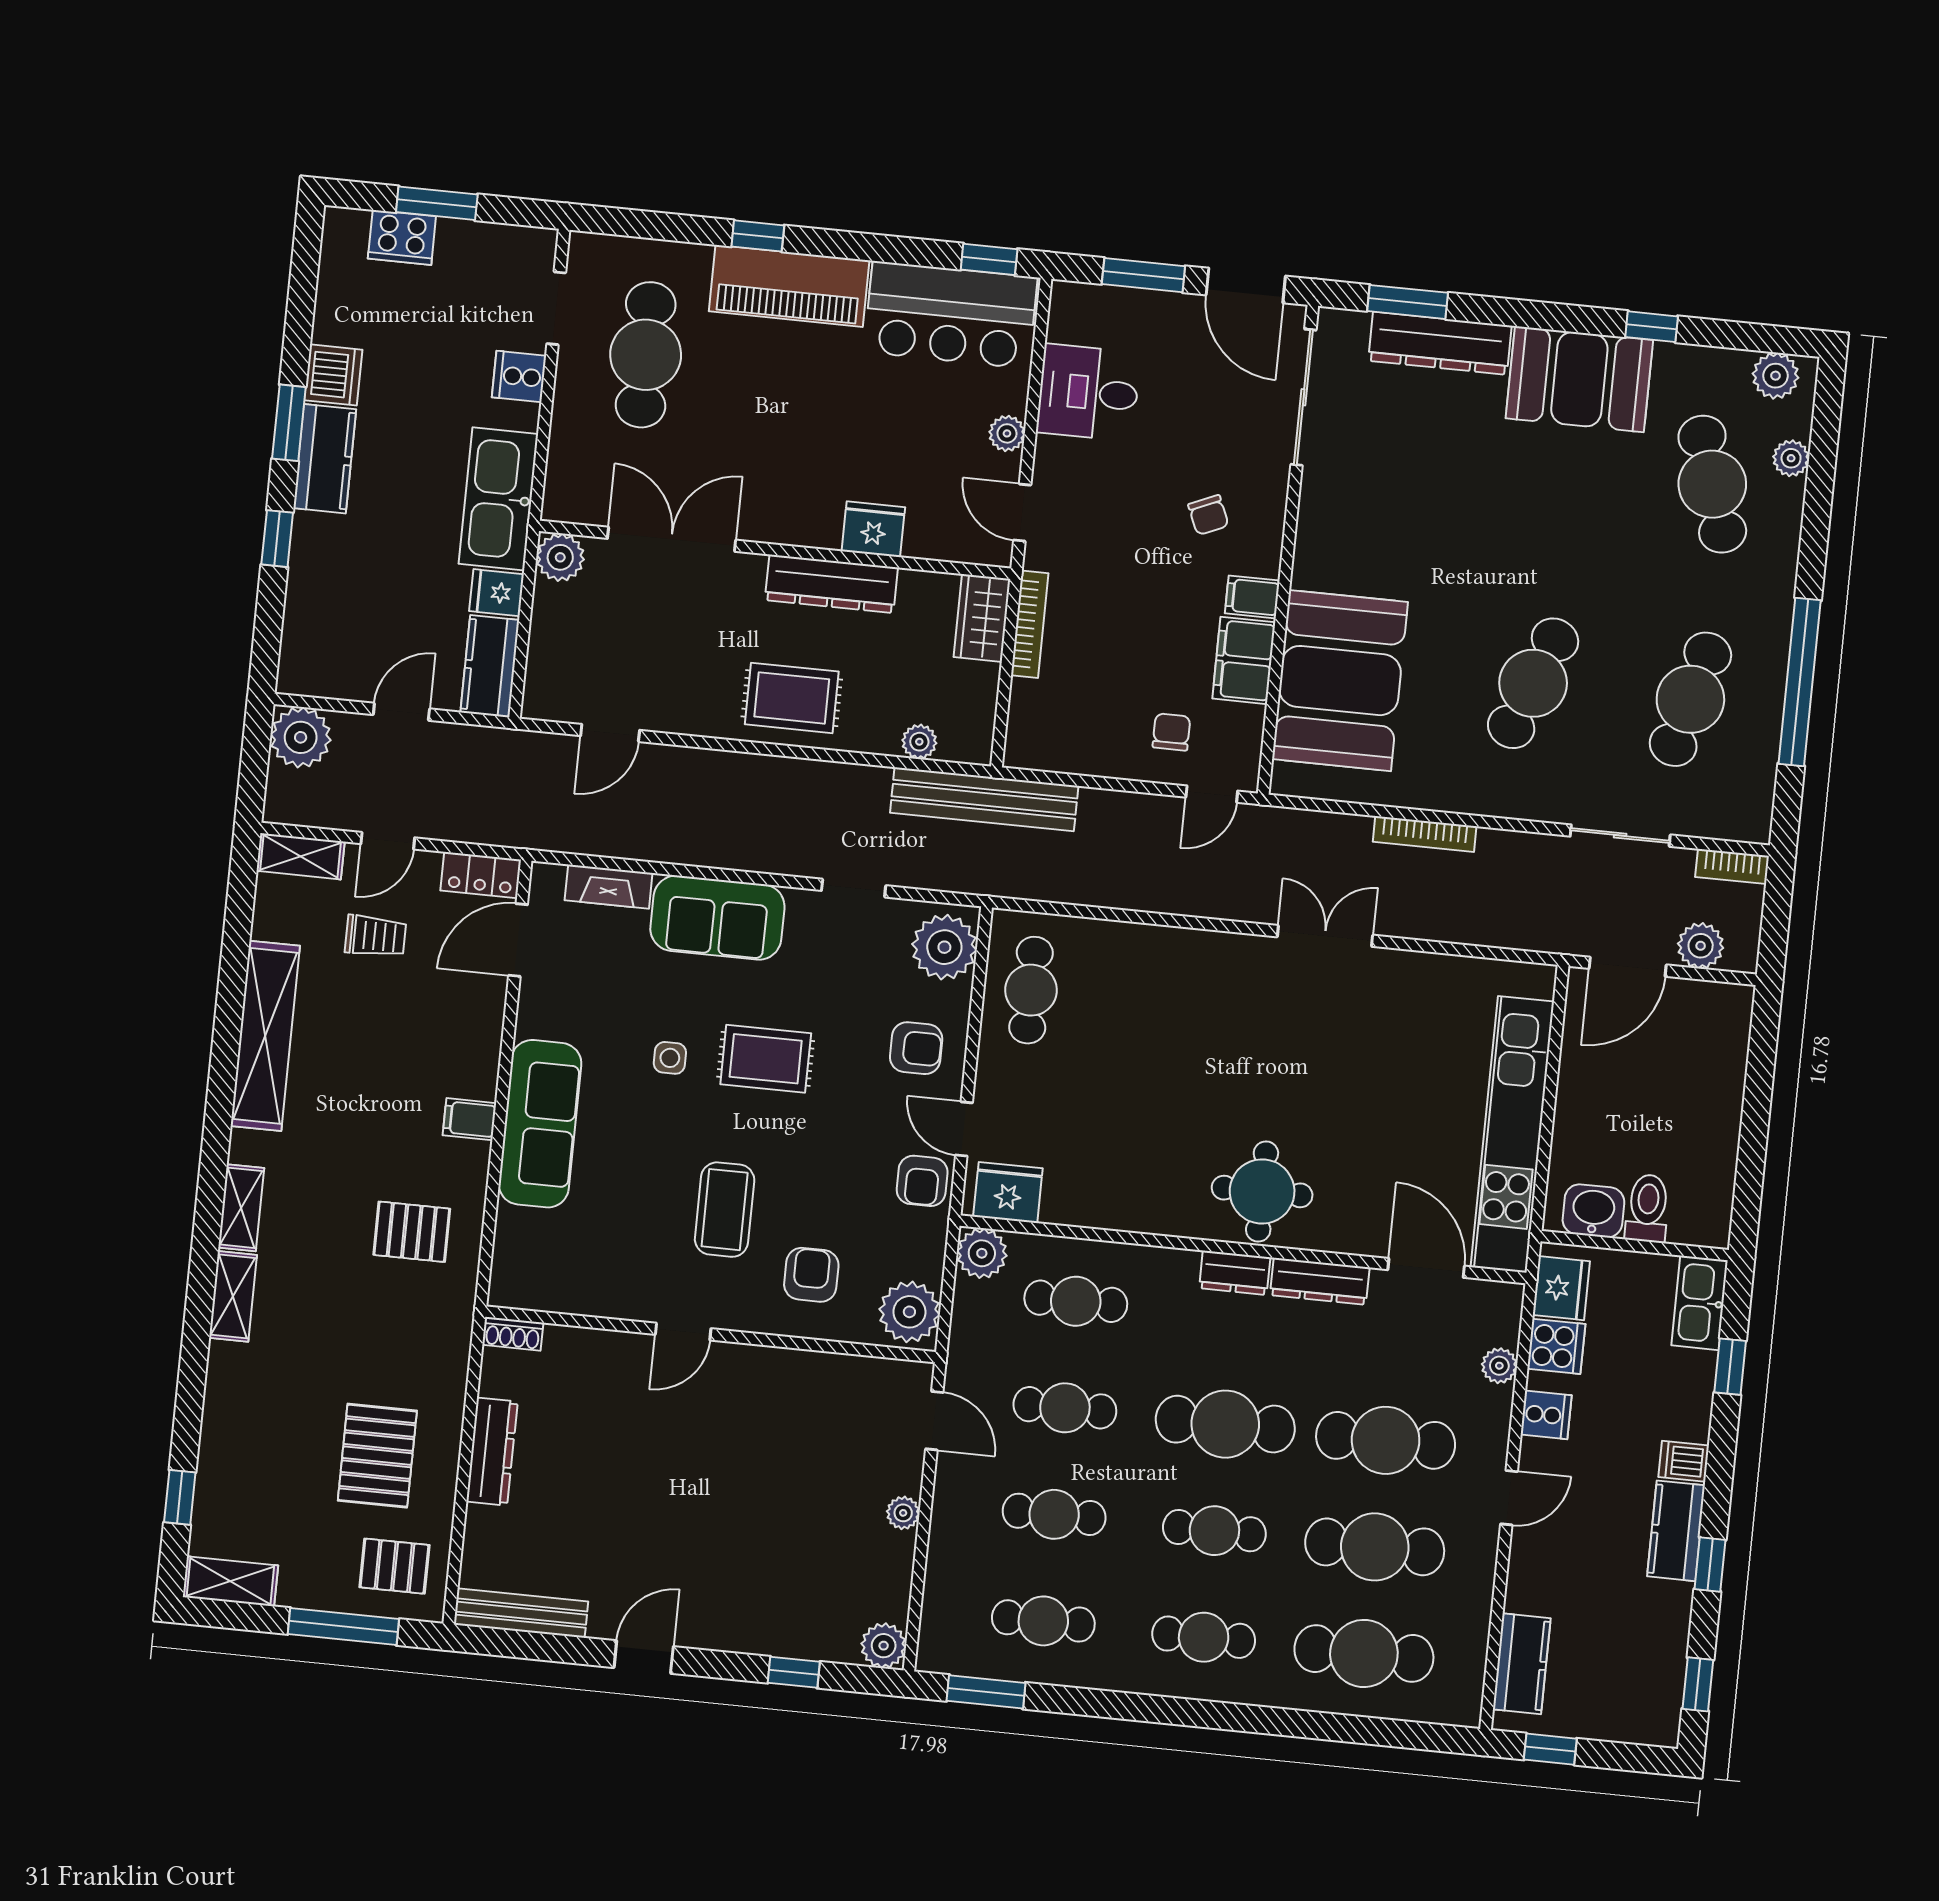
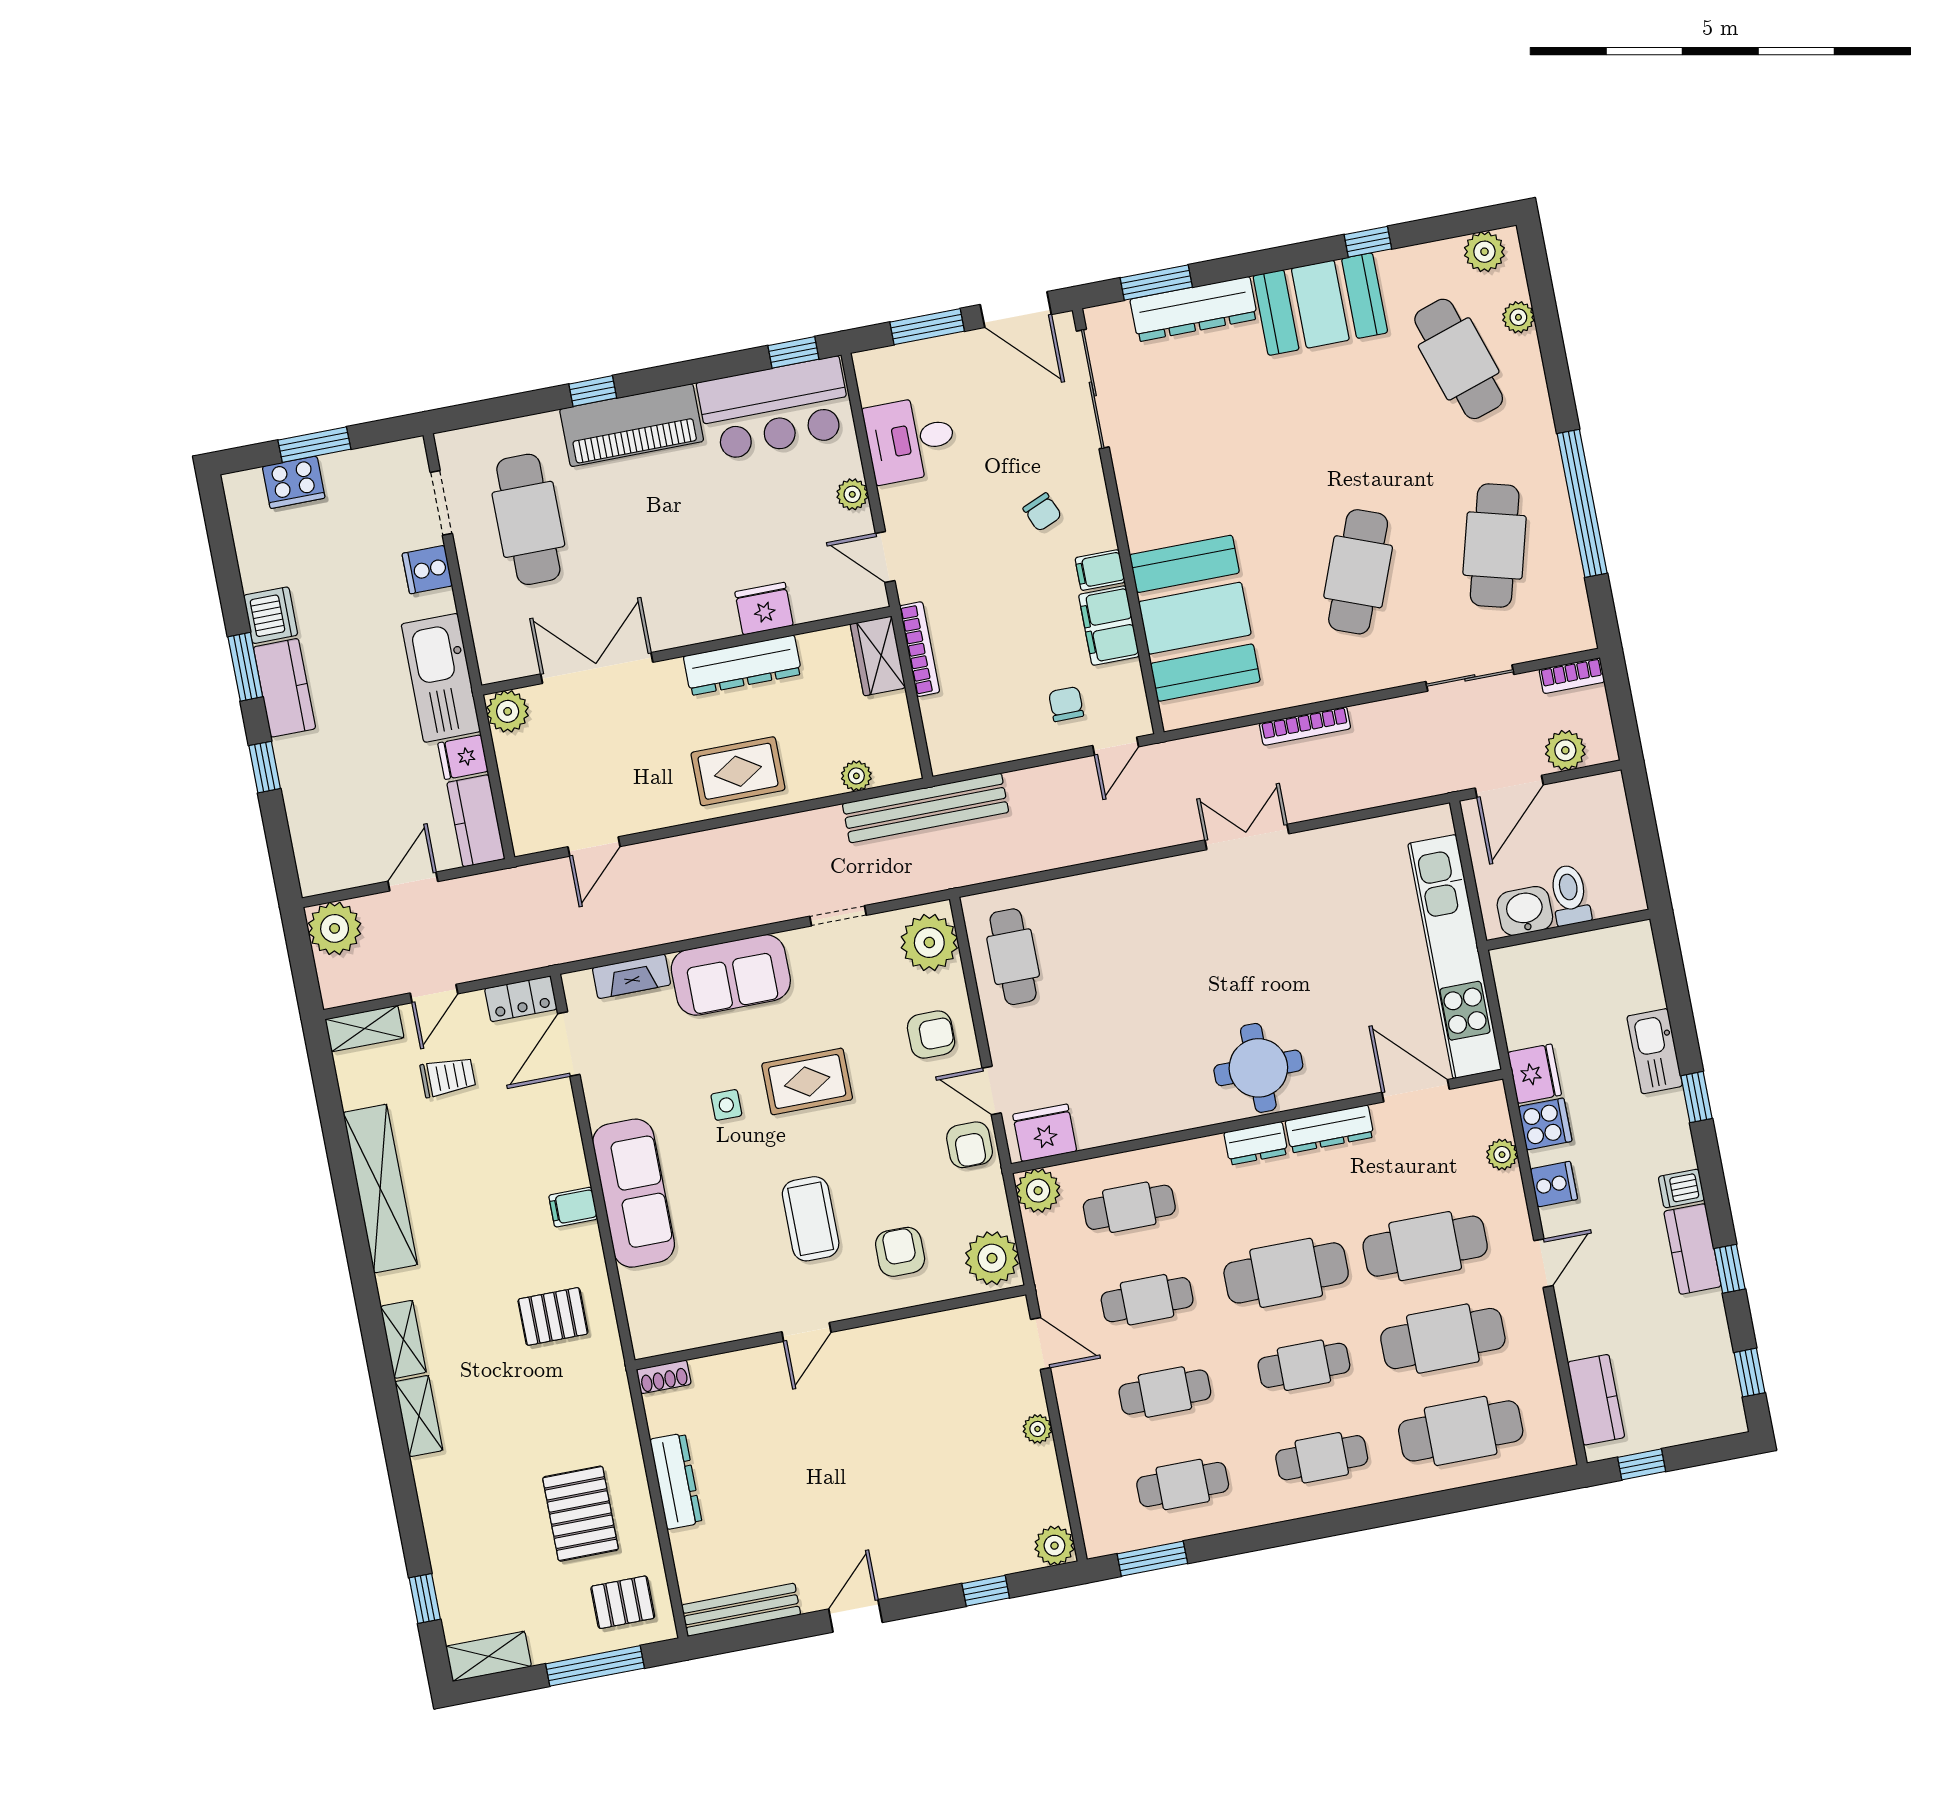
toilet: (1648, 1208) -> (1570, 895), moved
washbasin: (1593, 1211) -> (1525, 911), moved
wall: (1635, 1246) -> (1568, 930), moved

